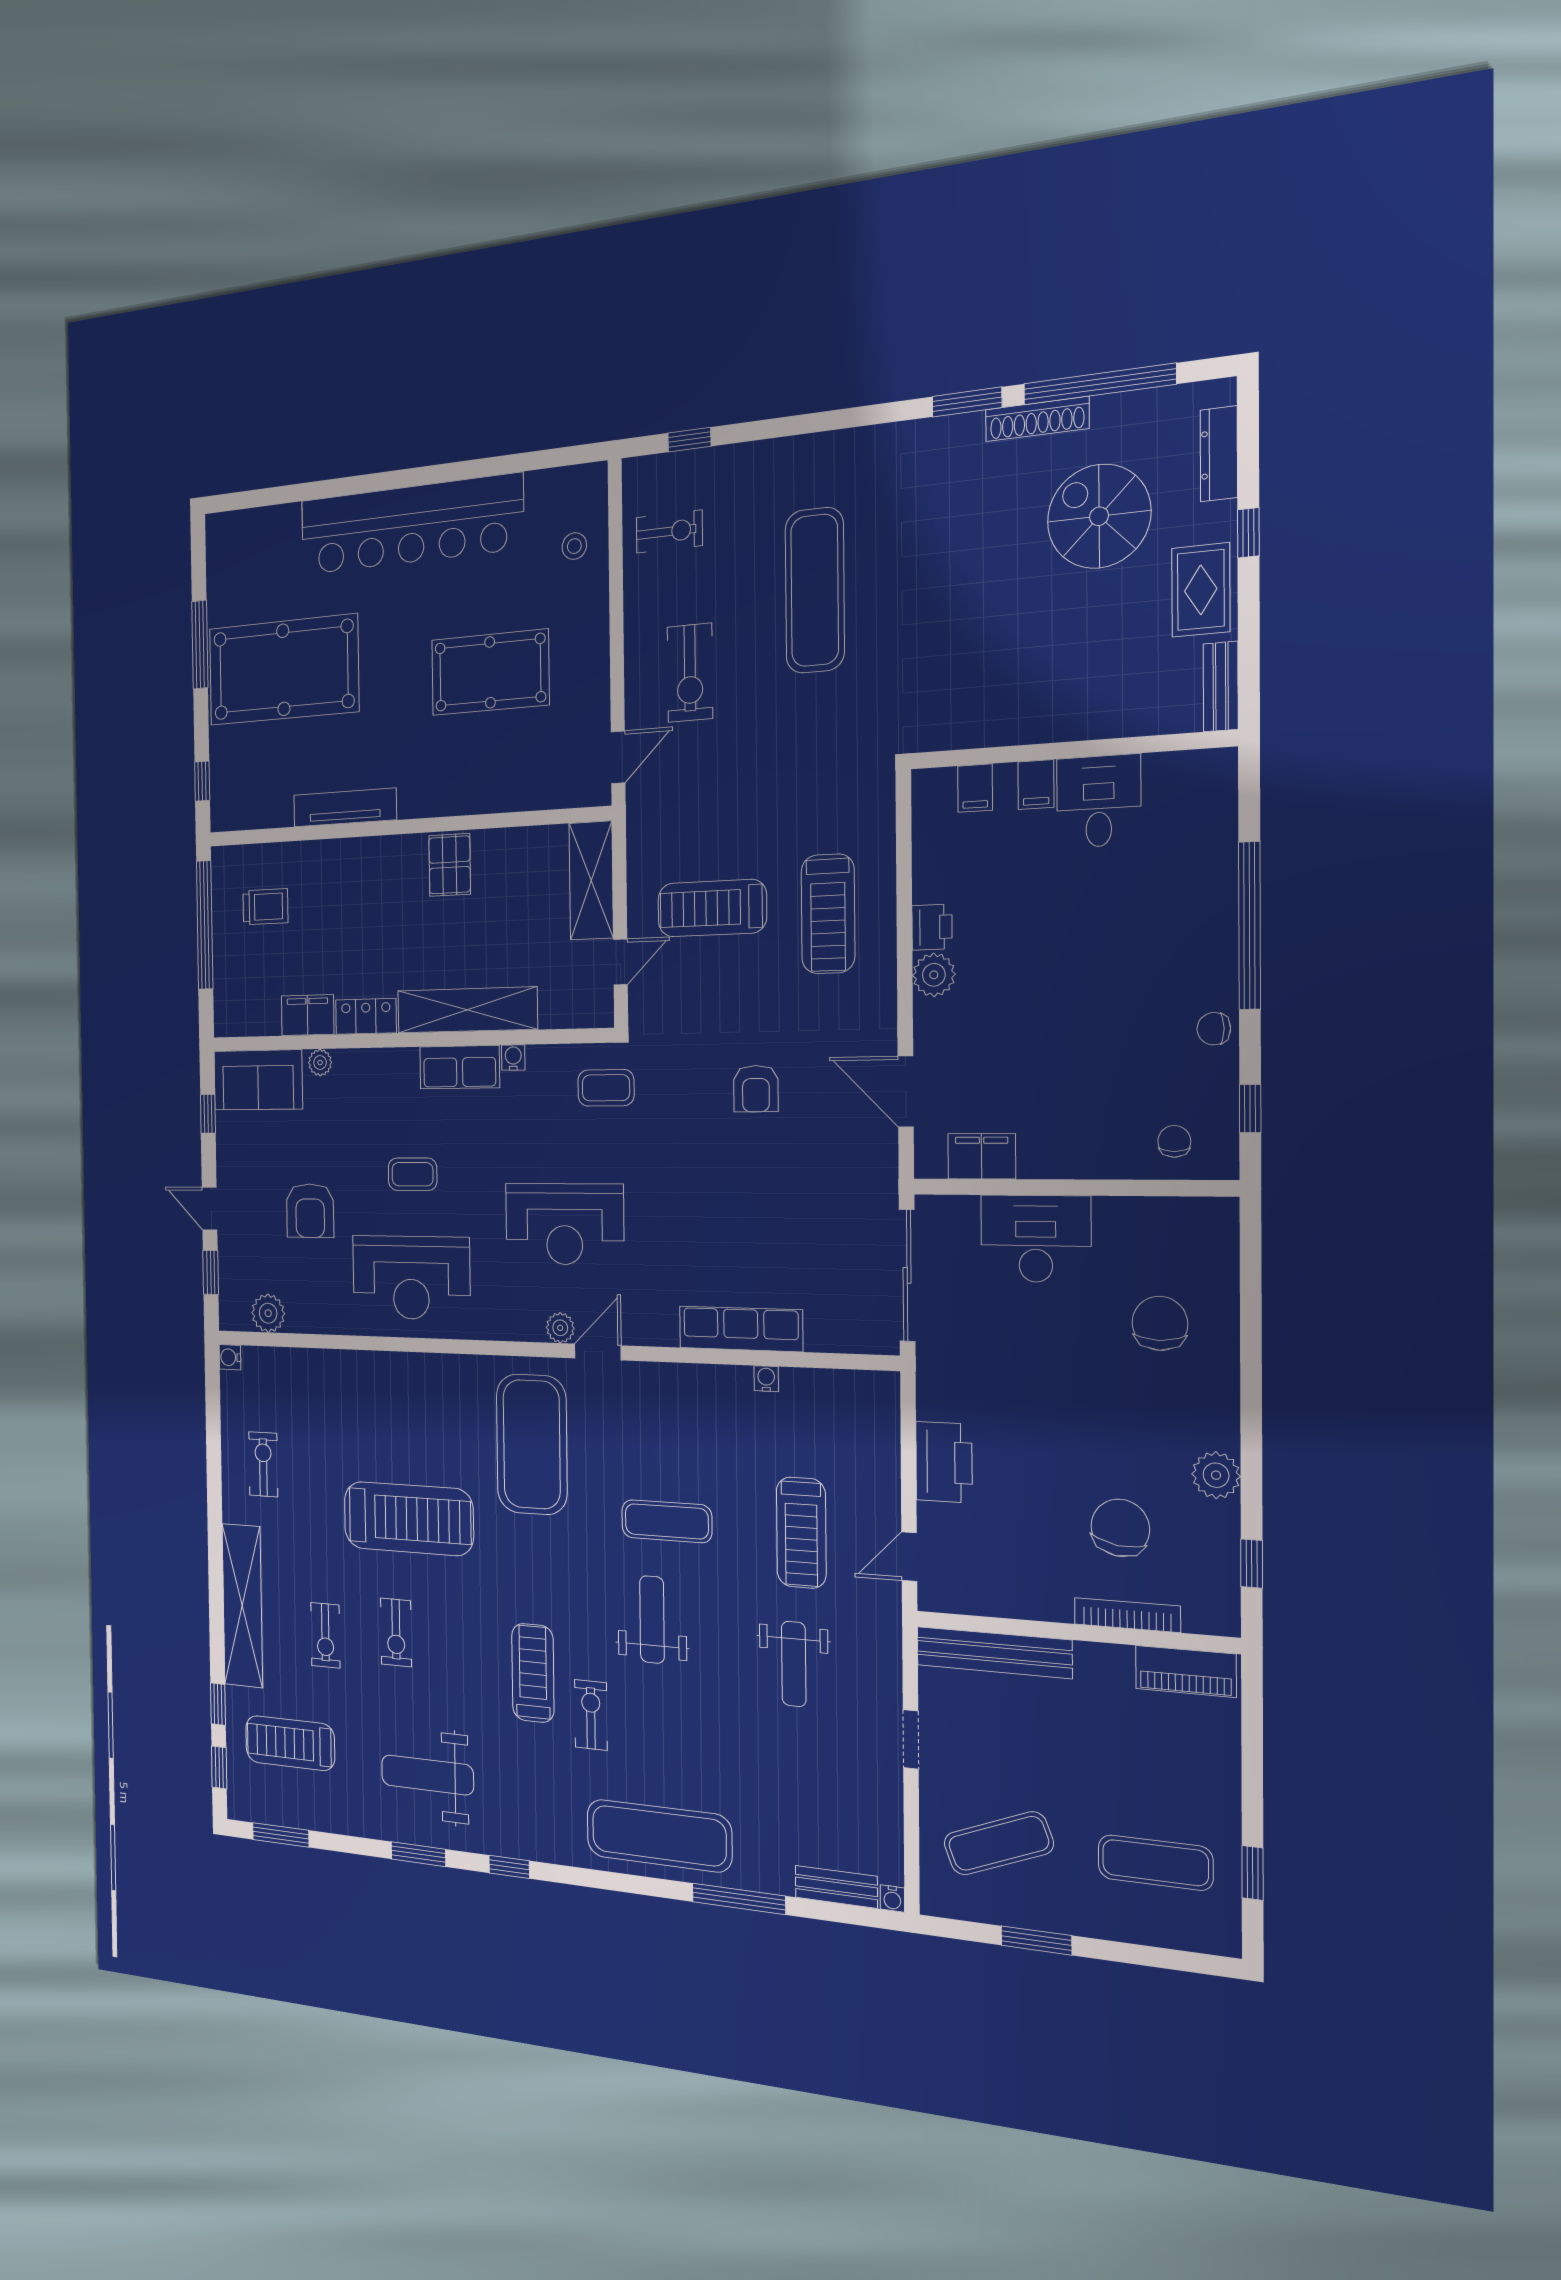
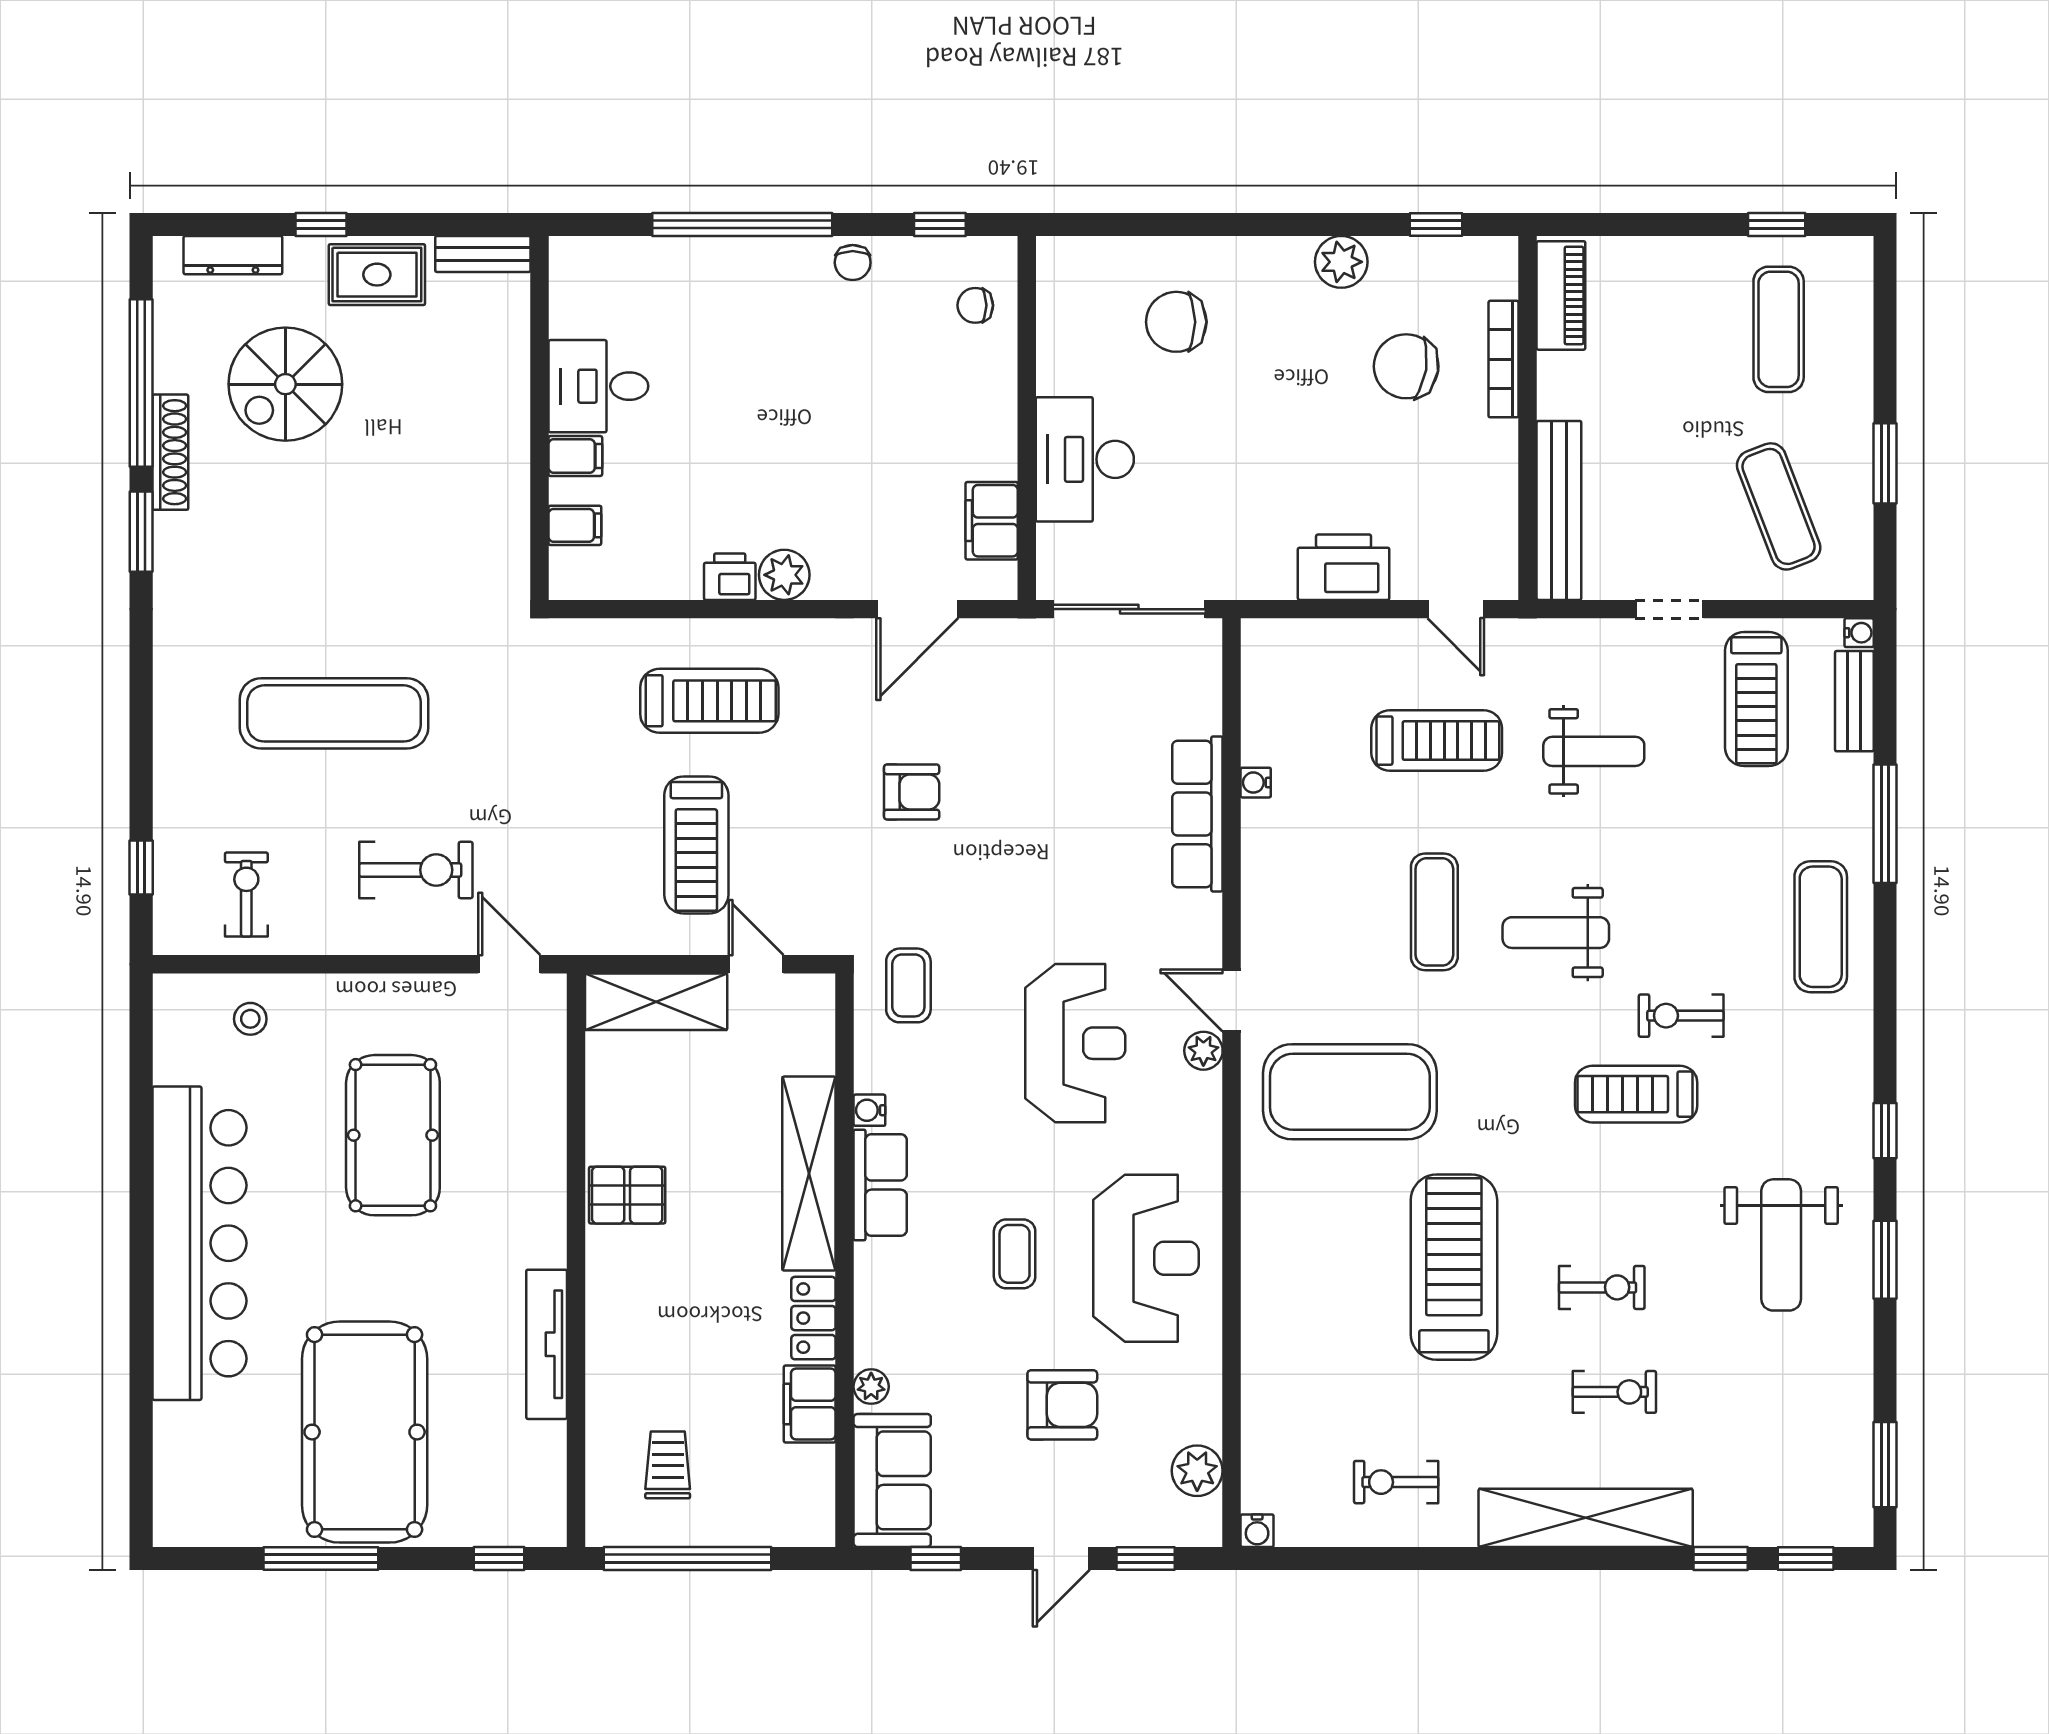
treadmill: (290, 1743) -> (1756, 699), moved
exercise mat: (659, 1836) -> (1821, 927), width x0.73, depth x0.69

